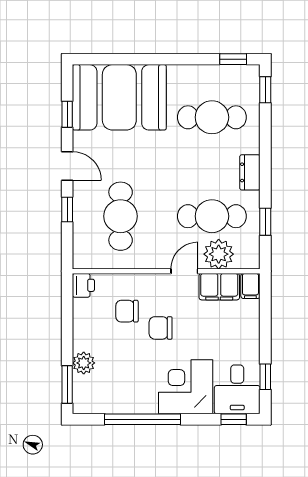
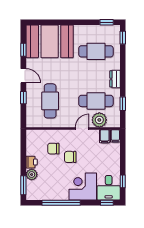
printer: (83, 285) -> (32, 162), moved
filing cabinet: (219, 287) -> (105, 136), width x0.50

